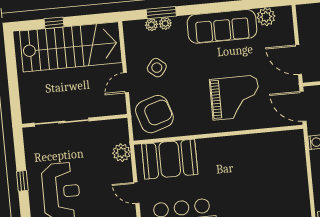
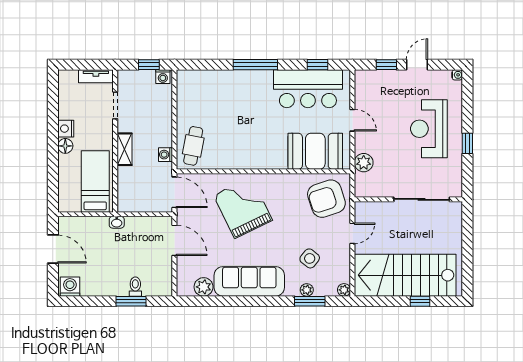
plant: (151, 25) -> (344, 290), moved
side table: (157, 68) -> (310, 258), moved
grand piano: (235, 98) -> (243, 208), turned 64
cafe table: (289, 153) -> (193, 146), added

